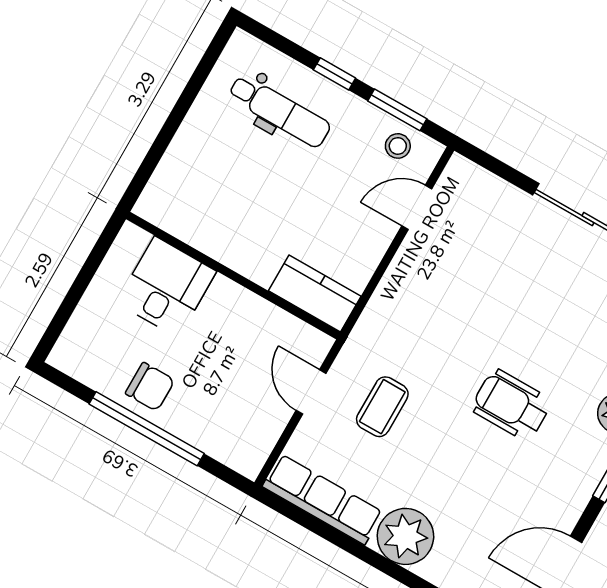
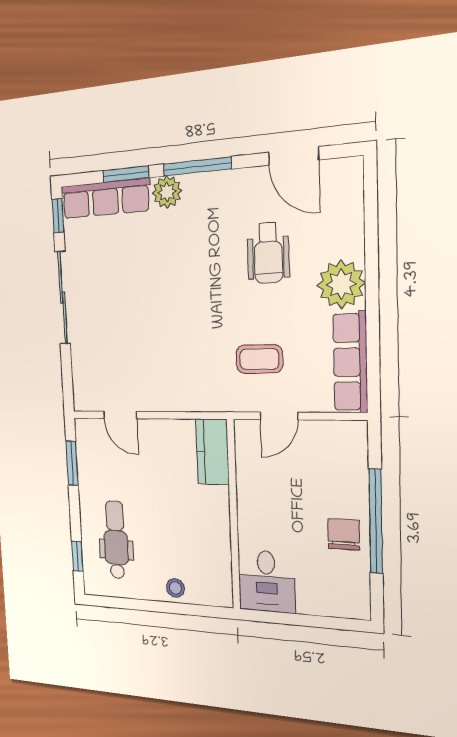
window: (334, 74) -> (77, 556), moved
stool: (398, 146) -> (175, 588), moved
desk: (166, 287) -> (267, 581), moved, turned -90
wheelchair: (511, 405) -> (268, 253), moved

